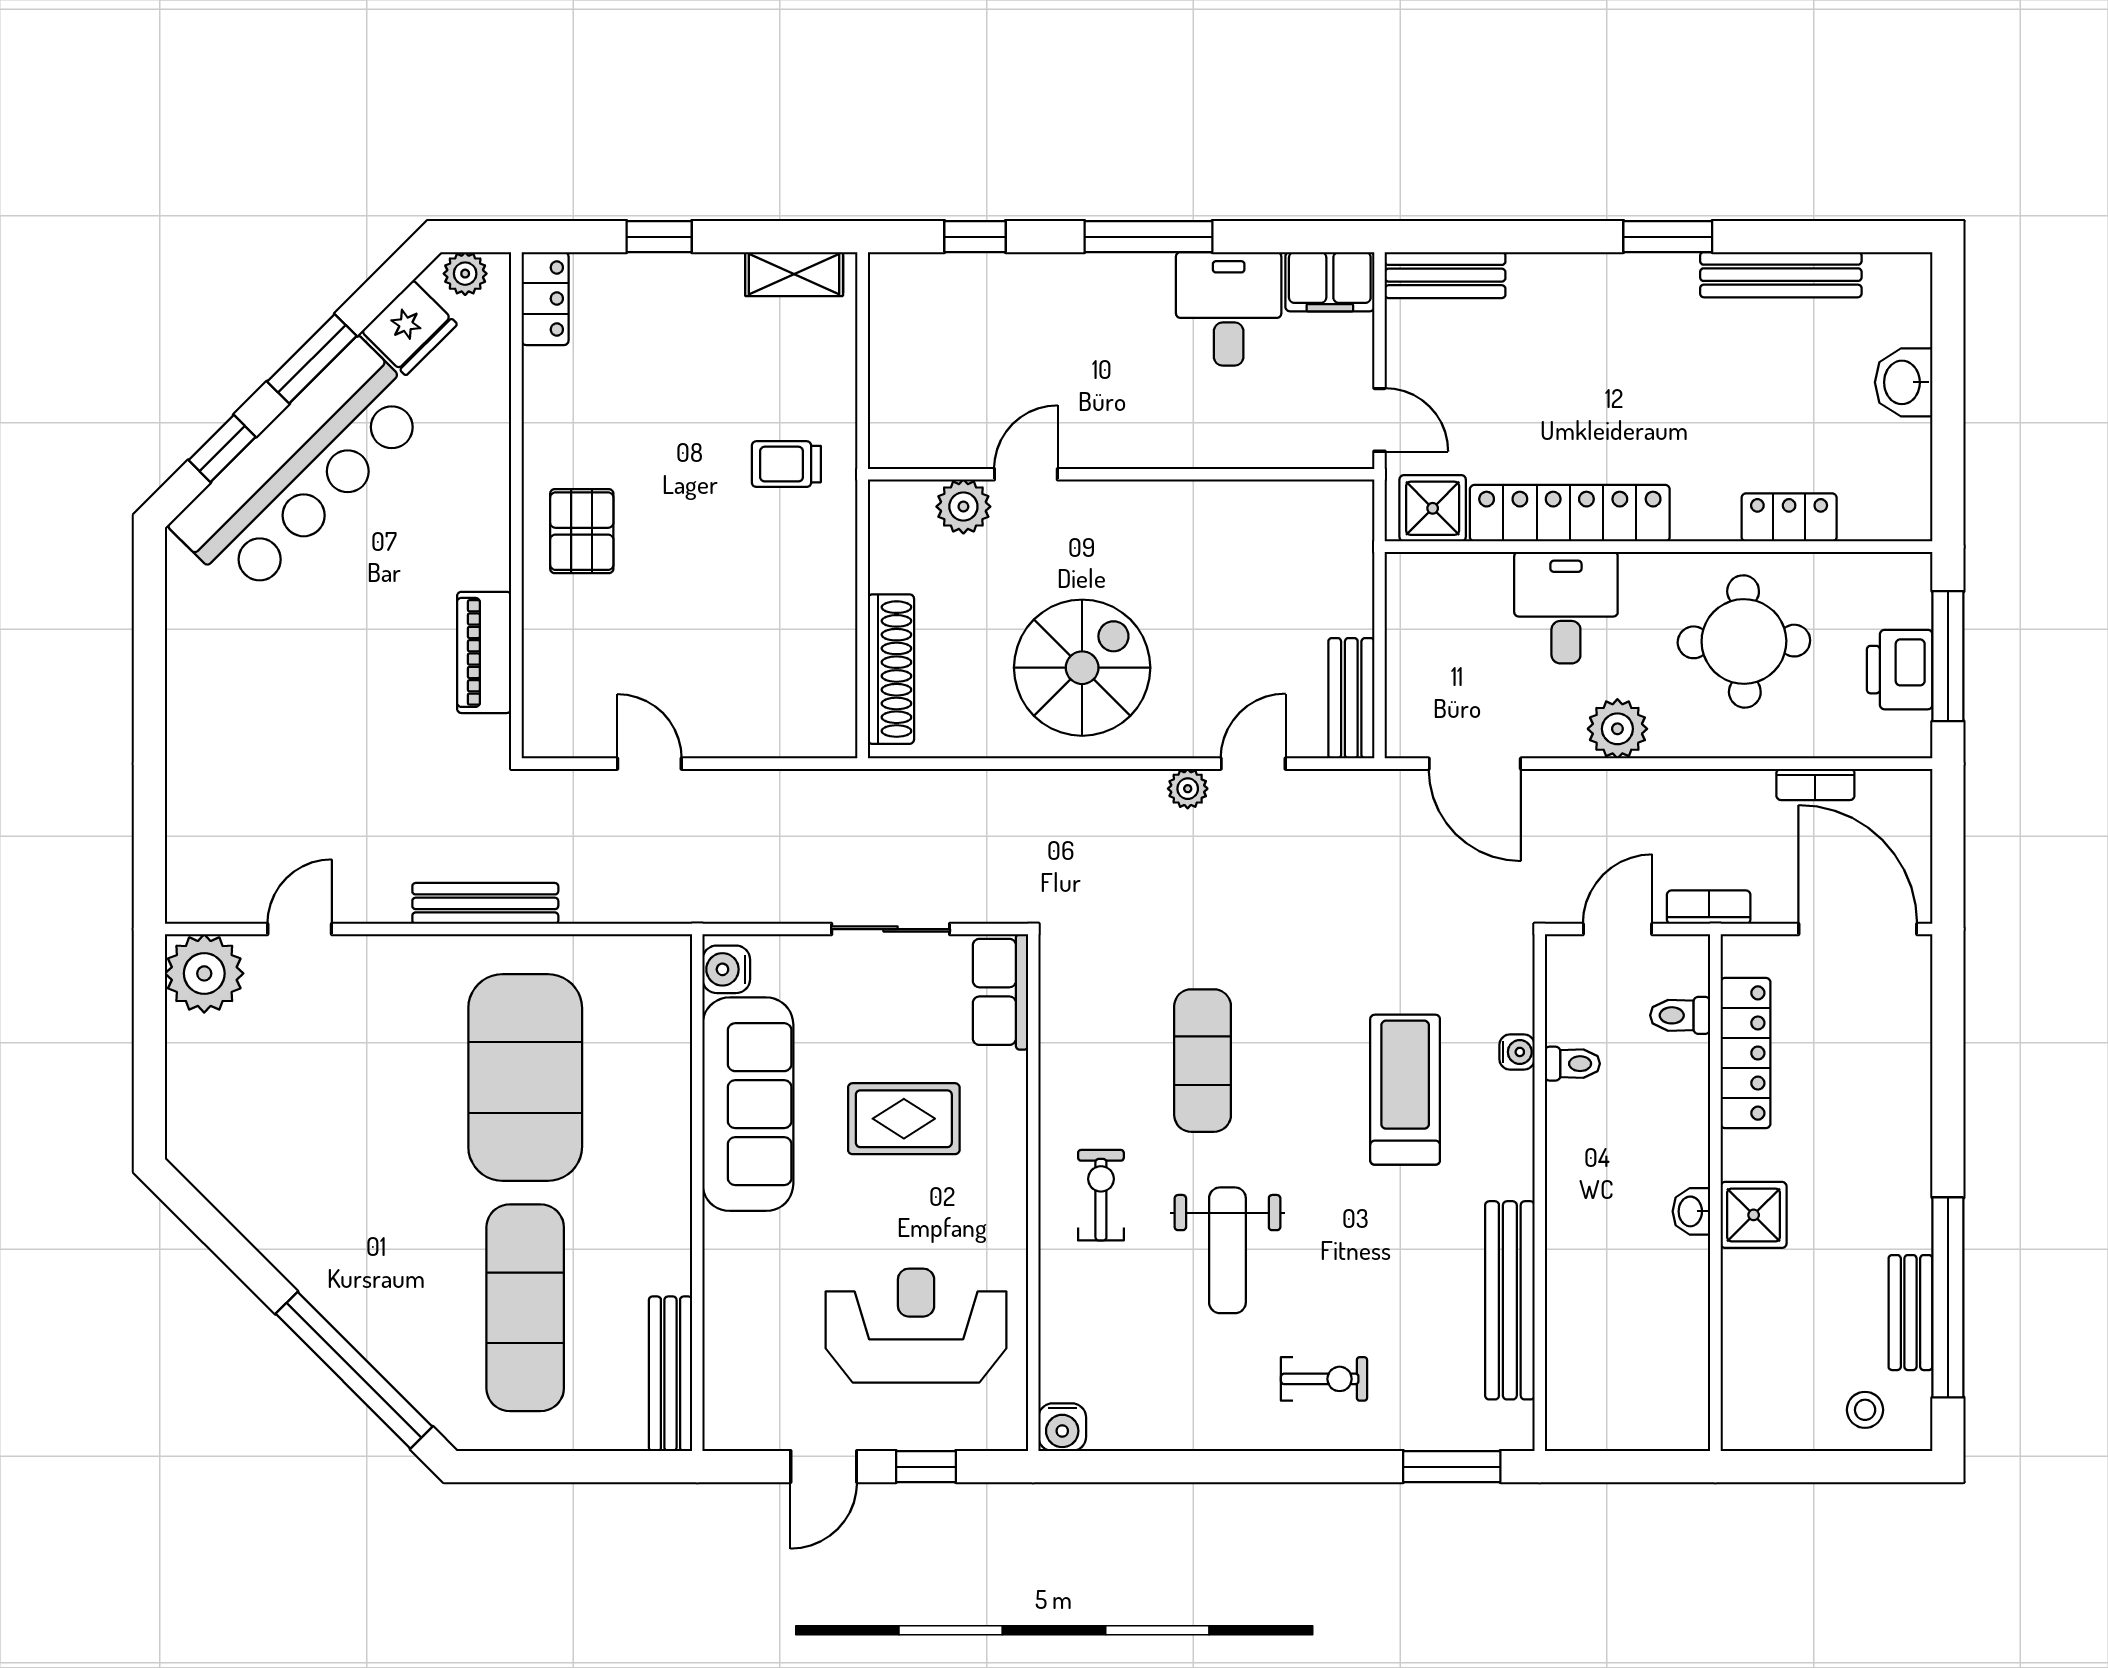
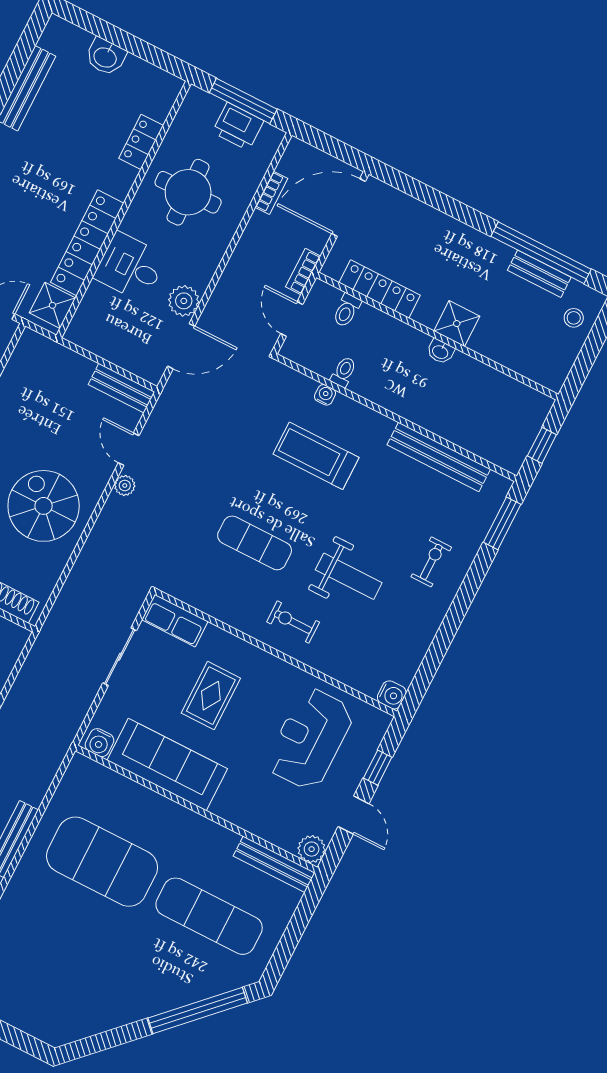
plant: (1617, 729) -> (184, 301), moved
plant: (729, 1424) -> (312, 849), added
window: (1620, 1467) -> (542, 445), added

